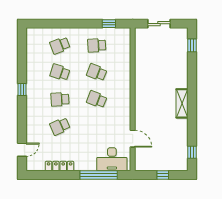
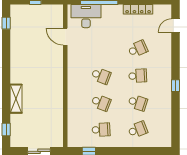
shelving: (182, 103) -> (16, 99), moved

